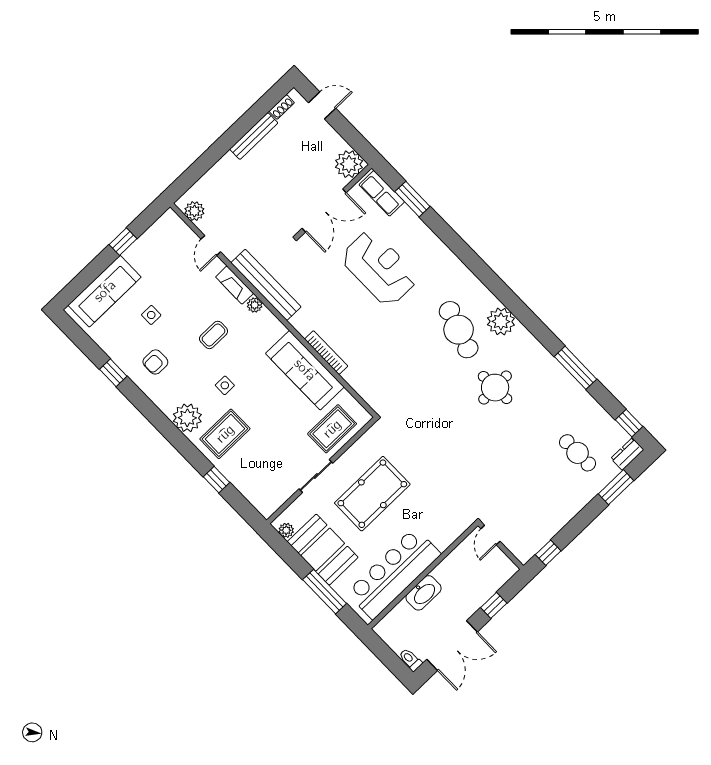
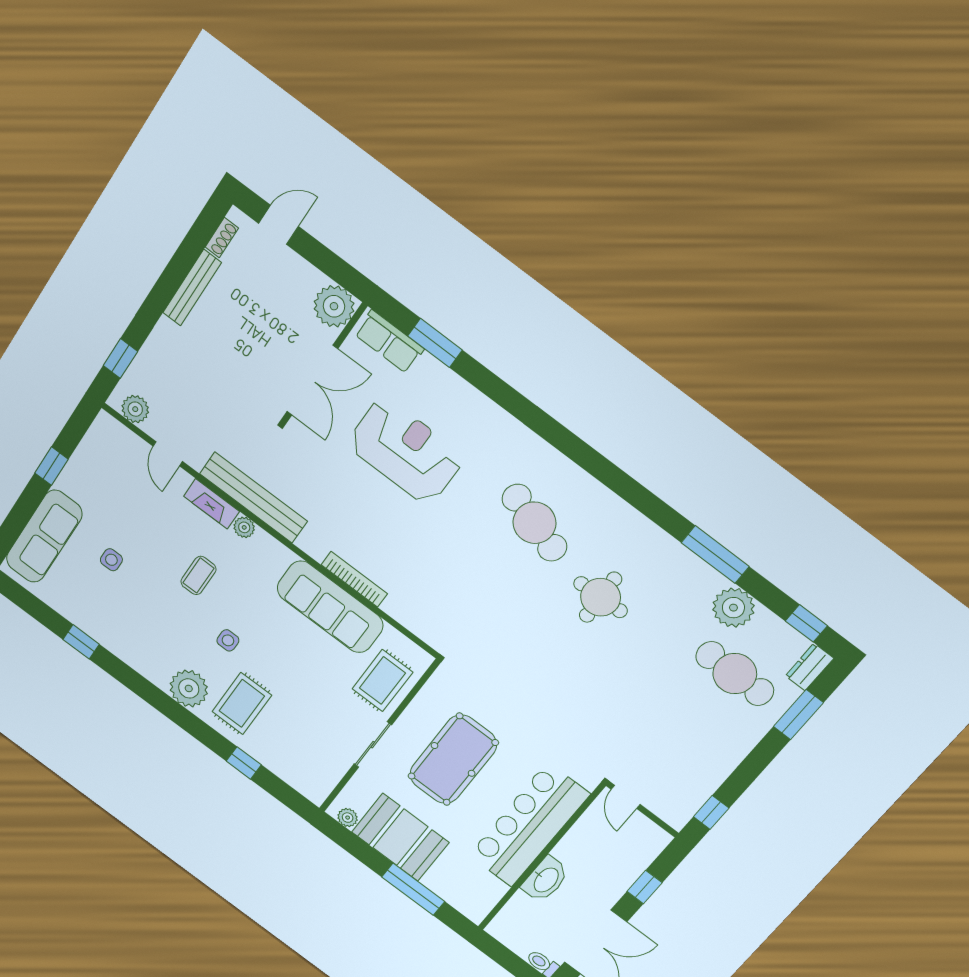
window: (192, 175) -> (120, 359), added
plant: (501, 321) -> (733, 608), moved
armchair: (155, 362) -> (131, 621), removed
cafe table: (578, 453) -> (735, 674), width x1.37, depth x1.35
bar counter: (394, 573) -> (529, 825), moved

